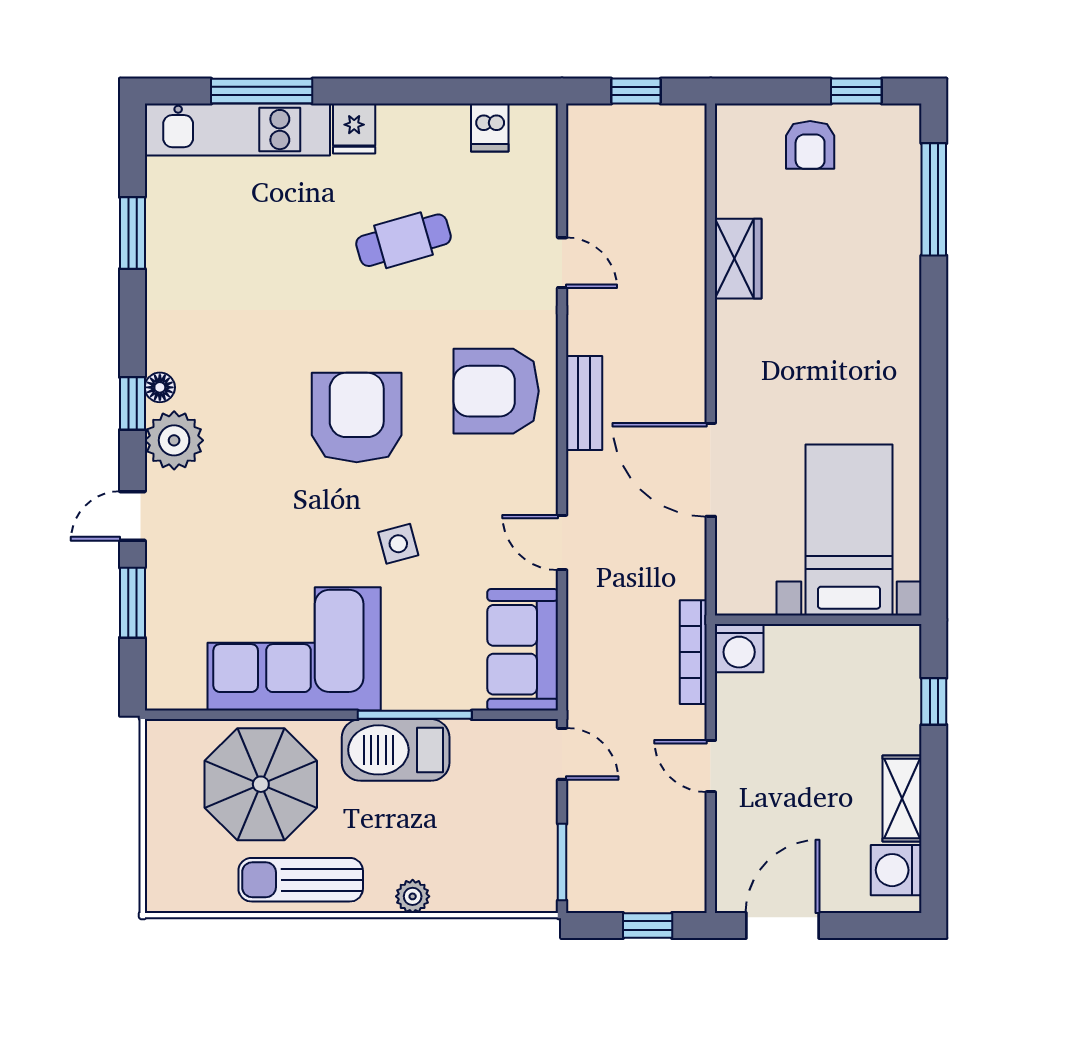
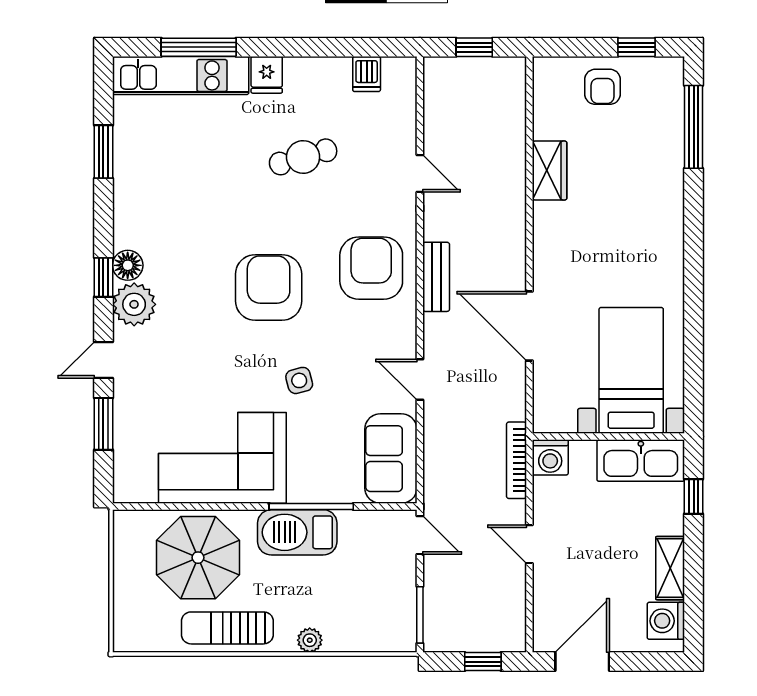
floor lamp: (160, 387) -> (128, 265), width x1.37, depth x1.37
armchair: (496, 391) -> (371, 268), turned 90
kitchen sink: (862, 652) -> (641, 461), added

